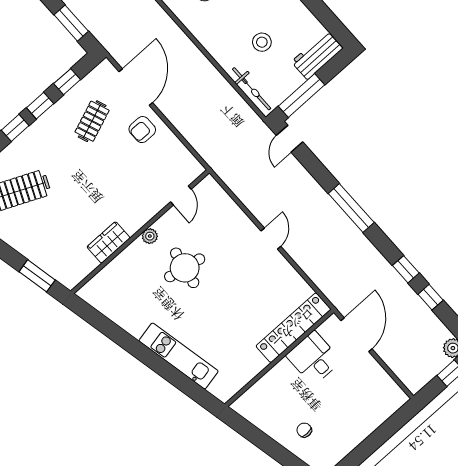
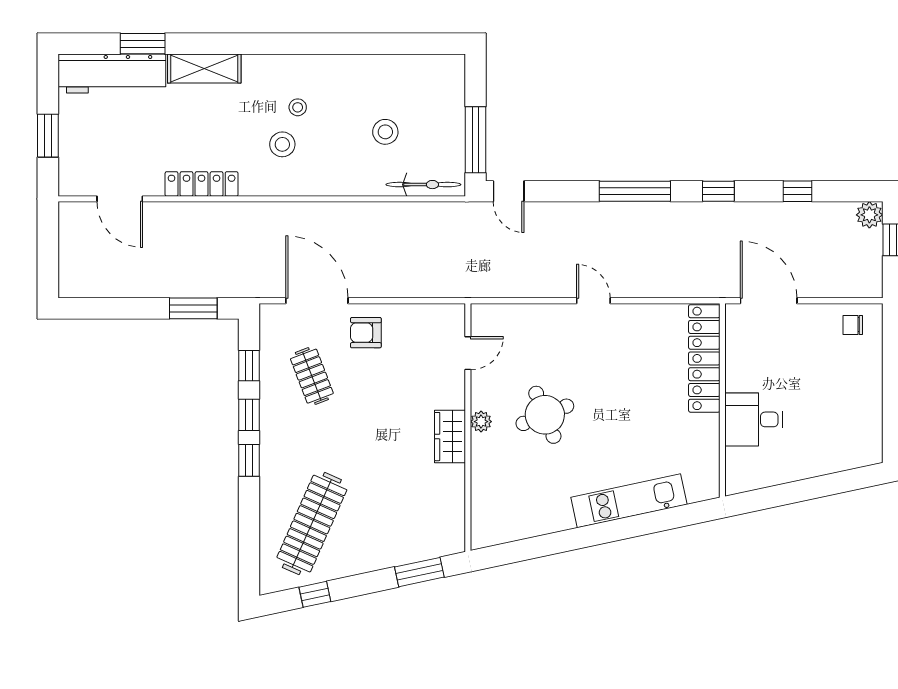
workbench: (317, 55) -> (449, 88), removed
armchair: (142, 130) -> (366, 333), turned 90
door: (181, 196) -> (468, 353), hinge flipped
wardrobe: (109, 242) -> (450, 437), moved
round table: (185, 268) -> (545, 415), turned -33
window: (406, 269) -> (718, 191), moved
desk: (314, 358) -> (754, 419), moved
chair: (304, 430) -> (853, 325), moved

